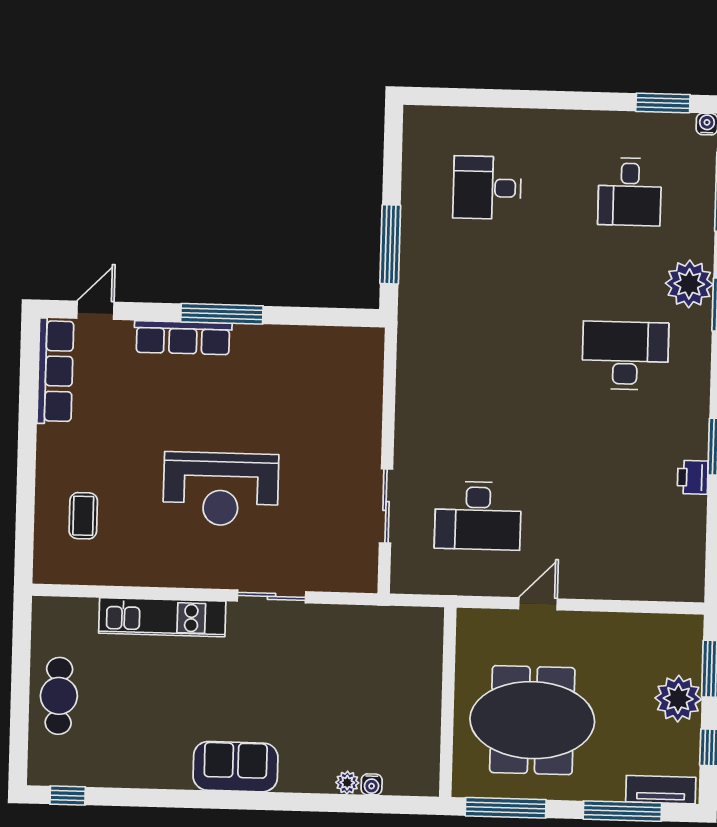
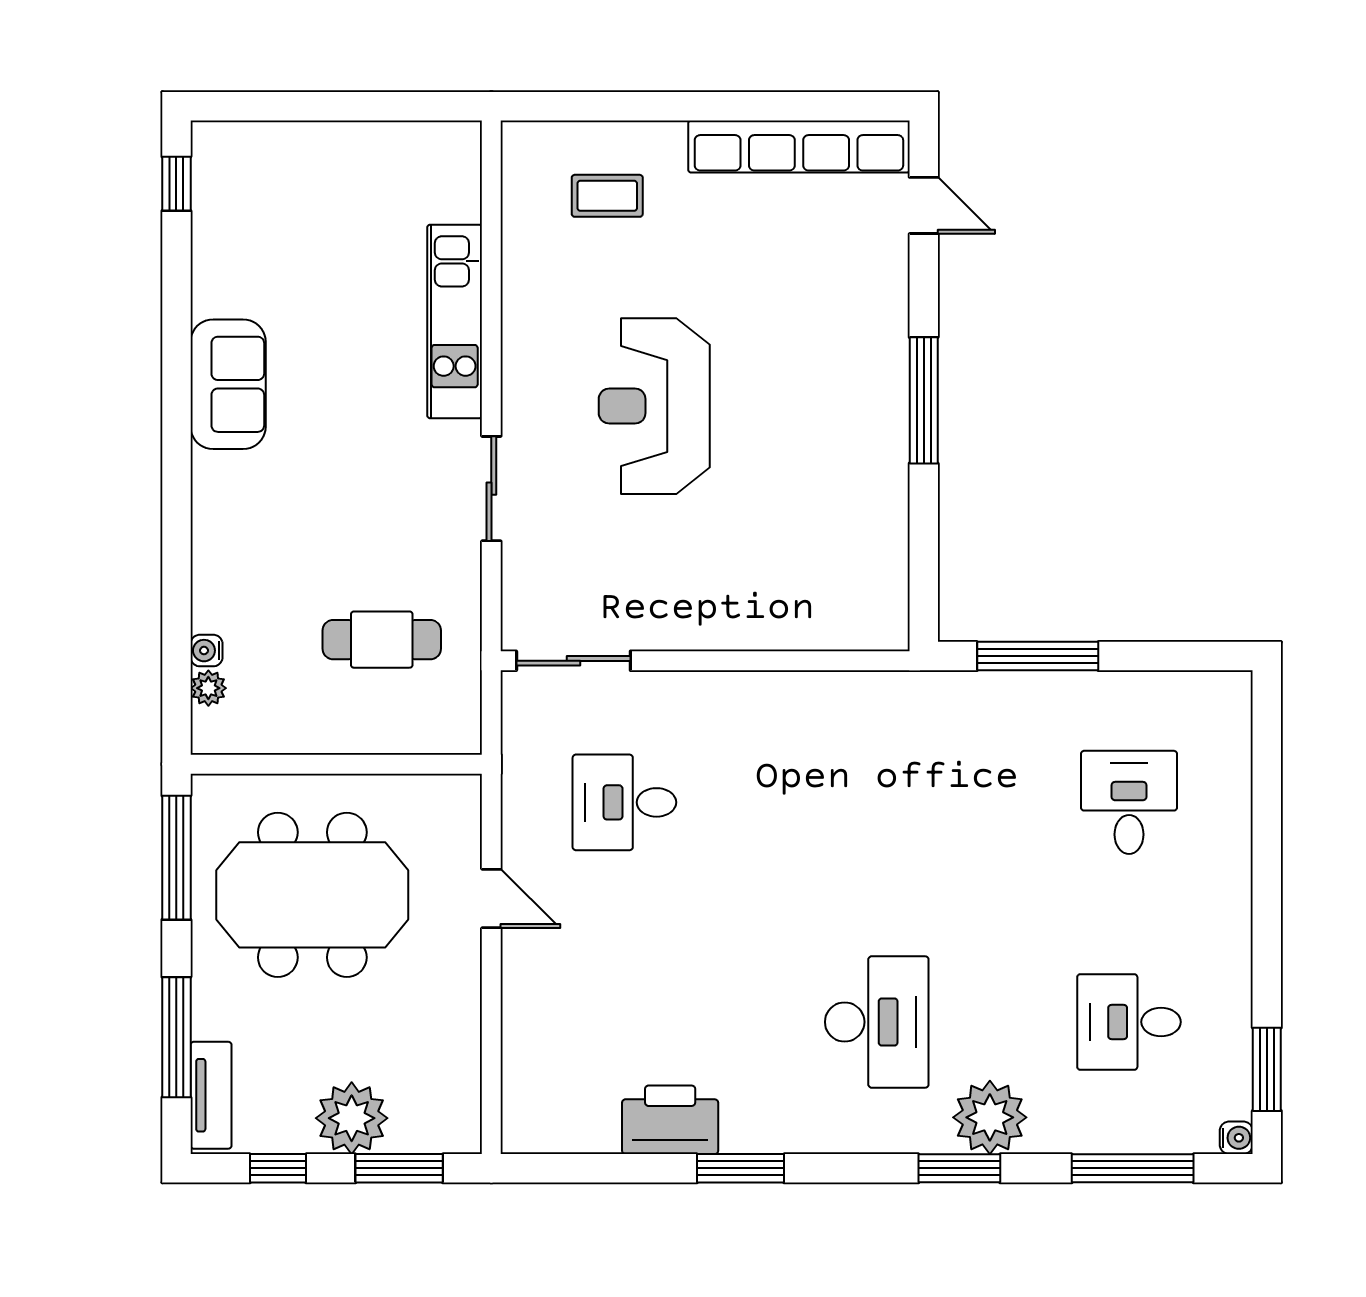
row of seats: (183, 338) -> (885, 341), removed
row of seats: (55, 371) -> (799, 147), width x1.36
printer: (693, 477) -> (670, 1120), width x1.87, depth x1.48
sliding door: (386, 506) -> (573, 661), moved
desk: (478, 516) -> (624, 802), width x0.73
cafe table: (59, 696) -> (382, 640), moved
meeting table: (532, 720) -> (312, 895), turned 90
sofa: (235, 767) -> (228, 384), moved
plant: (347, 783) -> (208, 688), moved

